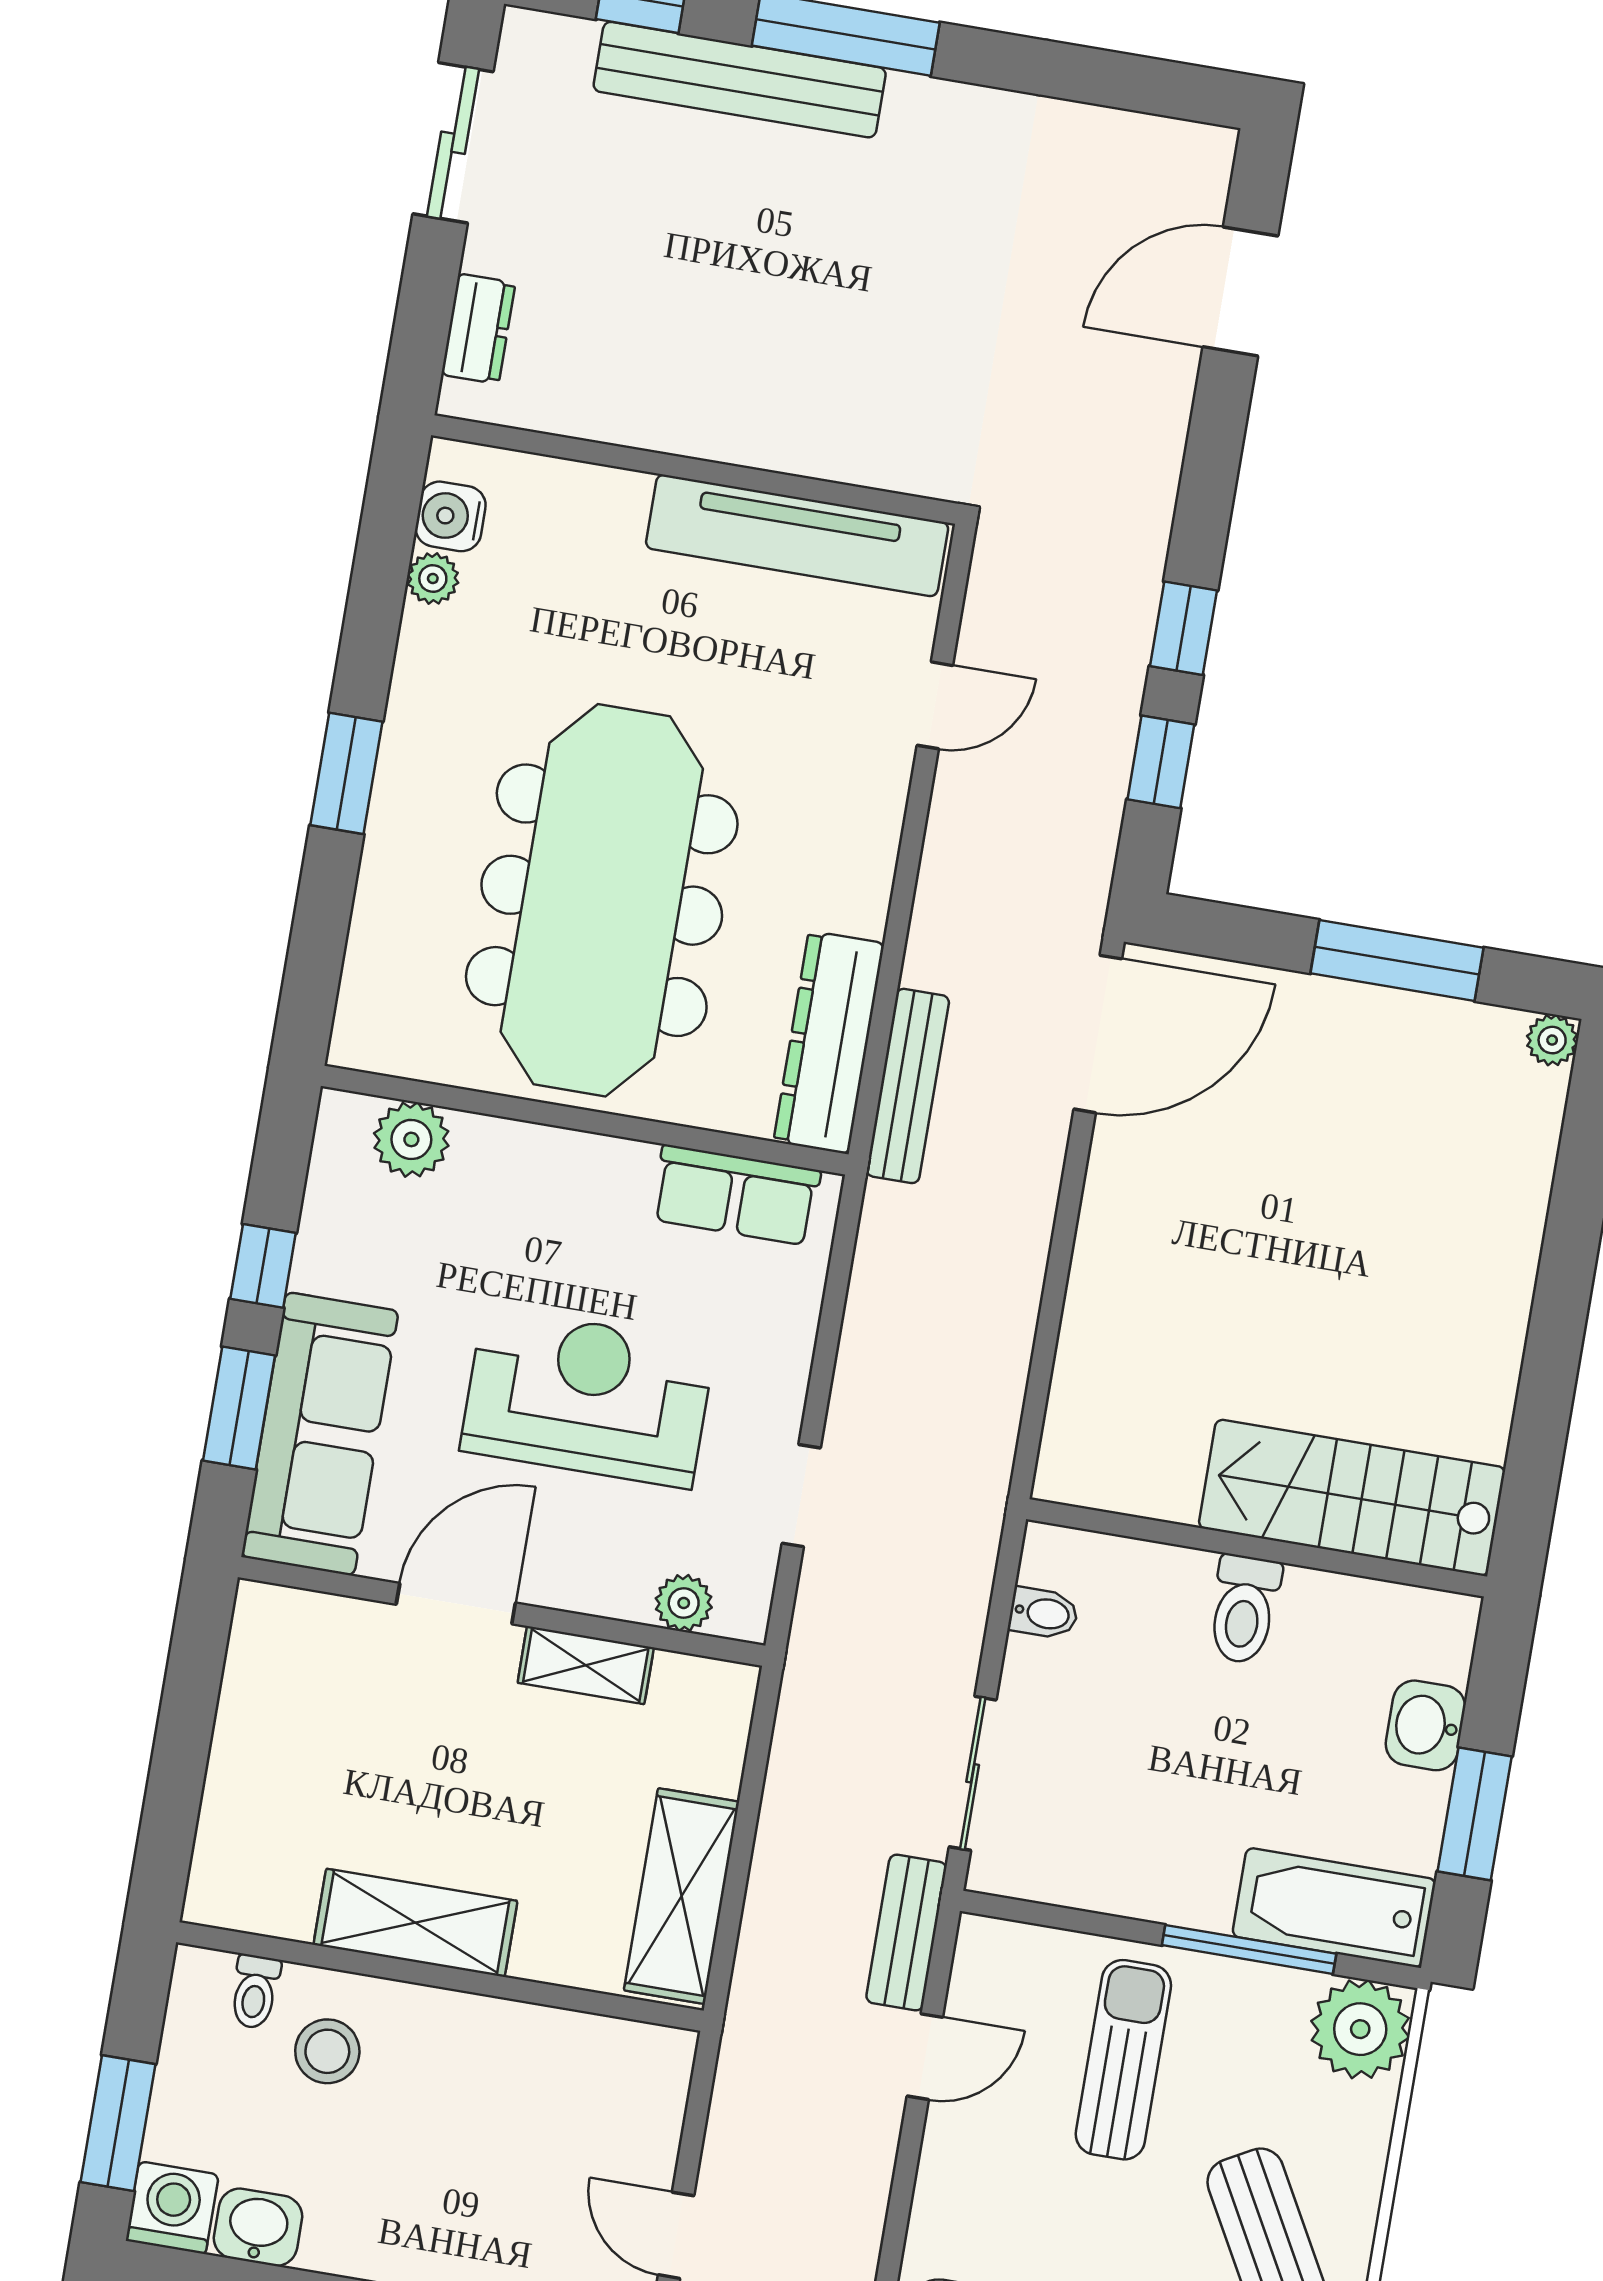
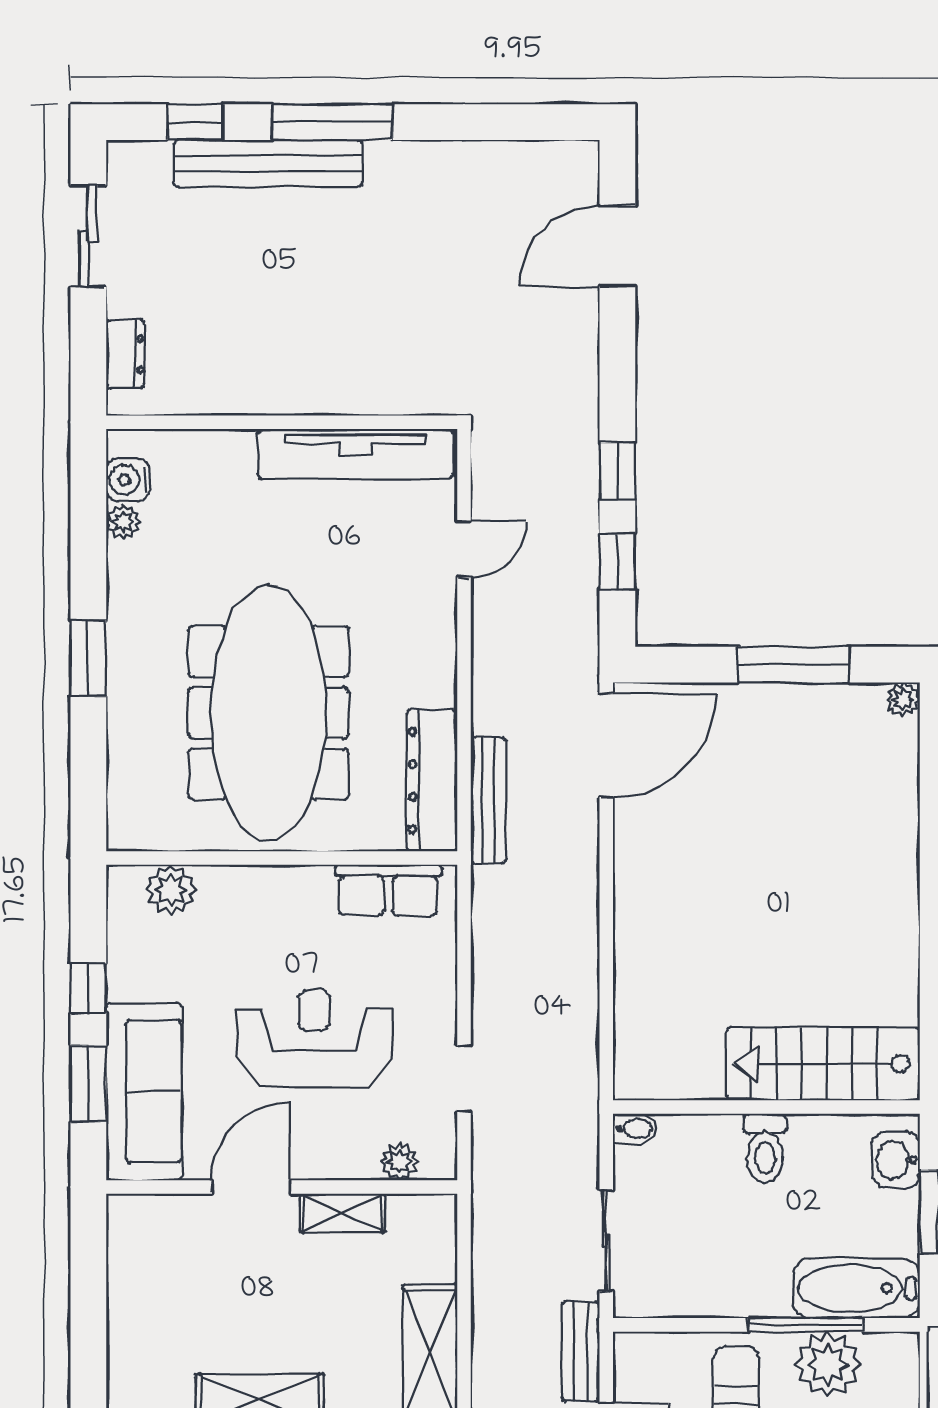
stairs: (1352, 1498) -> (823, 1064), moved
wall: (1257, 1548) -> (766, 1107), moved
toilet: (1244, 1609) -> (765, 1148), moved
plant: (1360, 2029) -> (828, 1365), moved

